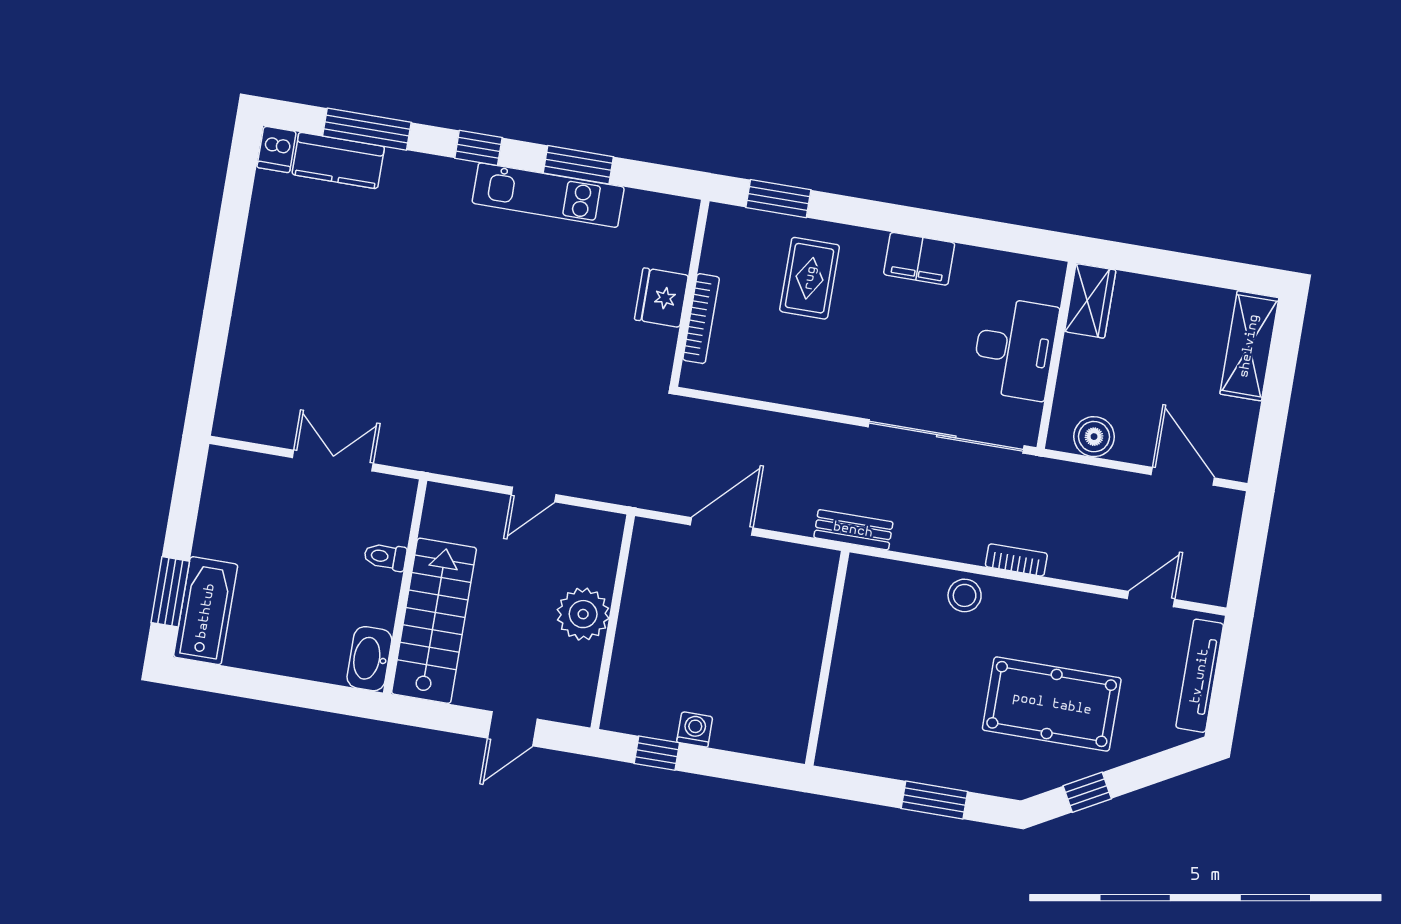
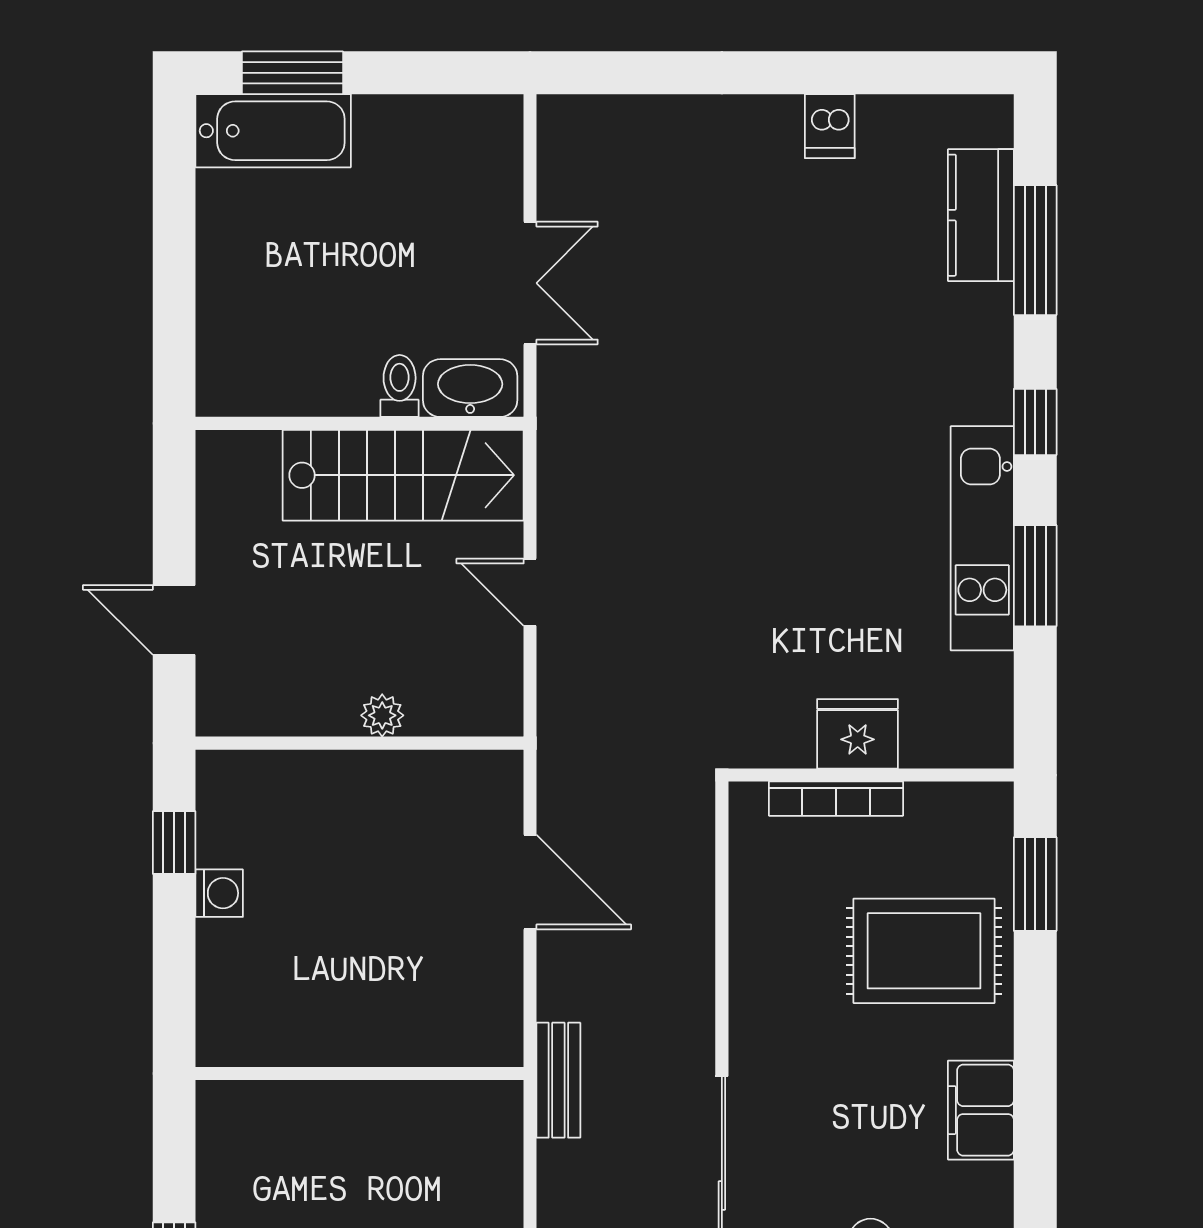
dishwasher: (277, 149) -> (830, 126), moved, turned -90
rug: (810, 278) -> (924, 951), width x1.36, depth x1.43
plant: (583, 614) -> (382, 715), width x0.53, depth x0.53
stairs: (434, 621) -> (403, 475), moved
washbasin: (369, 659) -> (470, 388), moved

